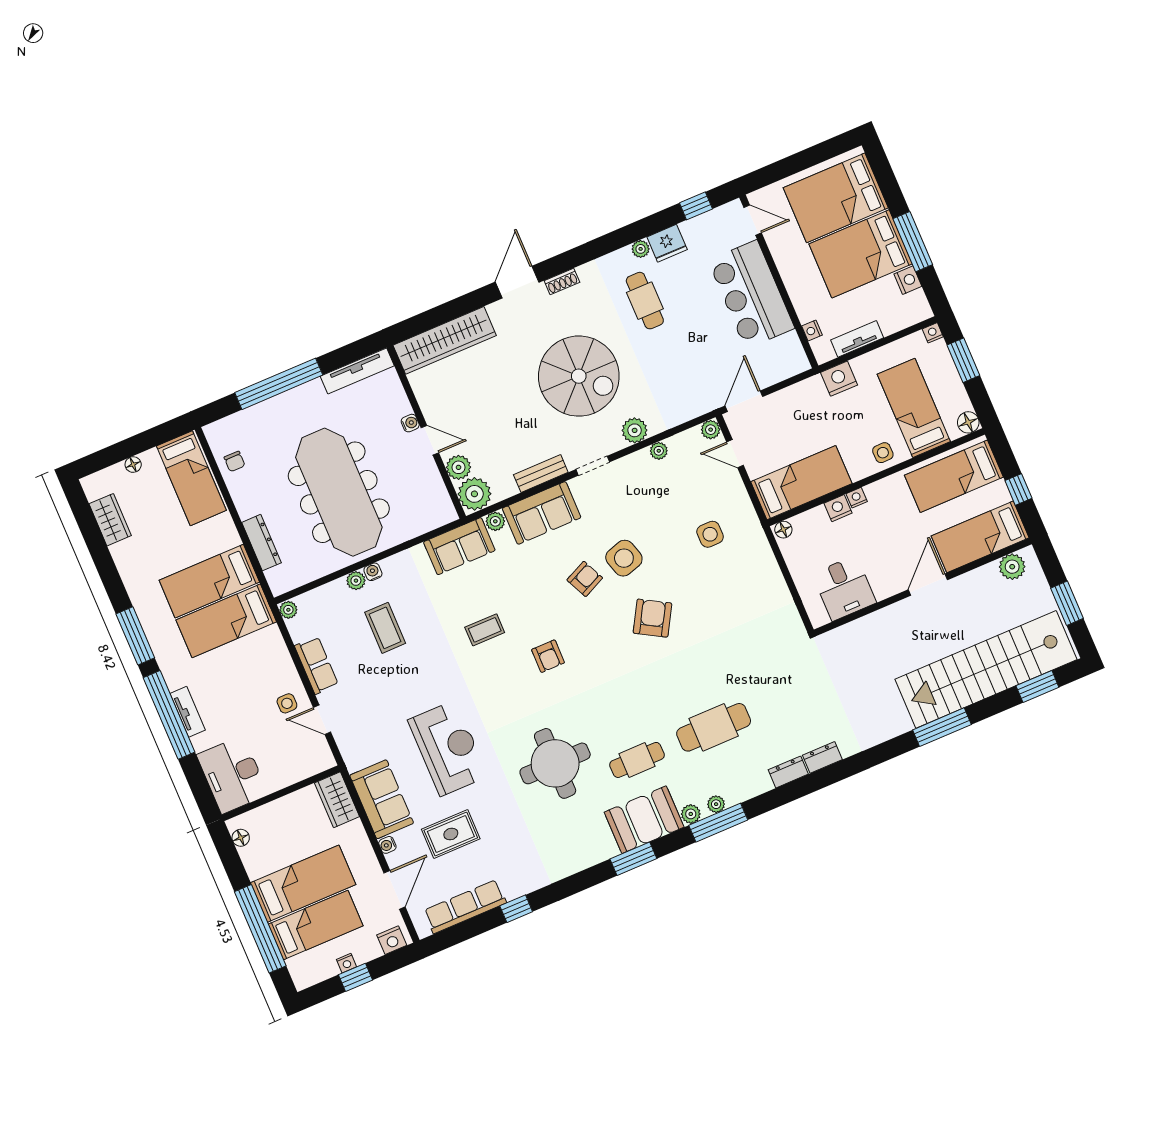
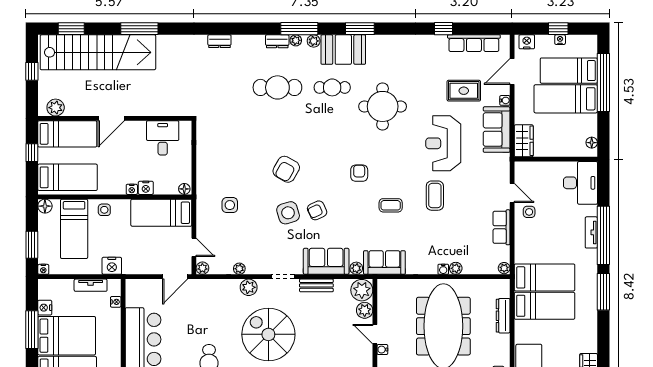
window: (1067, 603) -> (32, 71), width x0.67
coffee table: (385, 628) -> (435, 196), moved
dresser: (788, 772) -> (277, 41), moved

